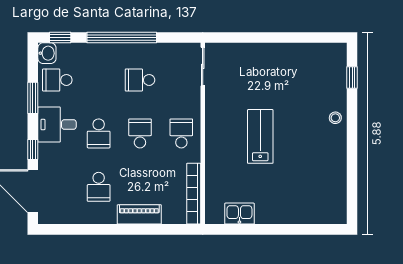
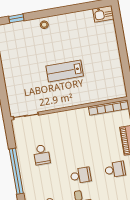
school desk: (140, 133) -> (76, 149), removed
school desk: (181, 133) -> (71, 122), removed
kitchen sink: (239, 214) -> (103, 14), moved, turned -90

